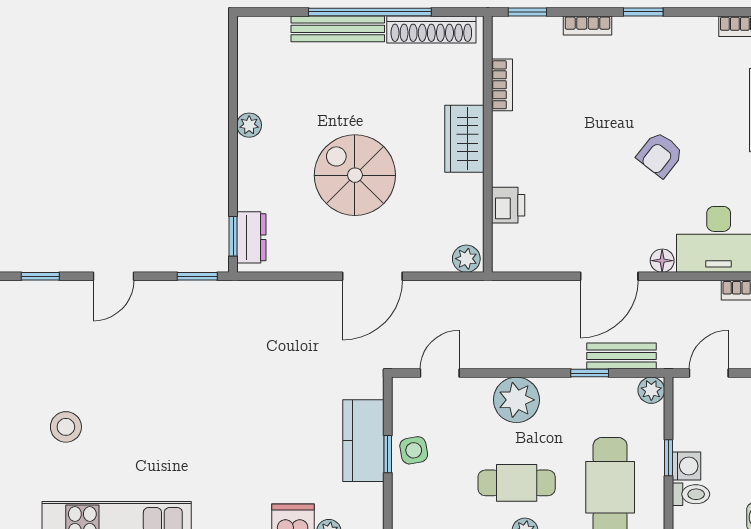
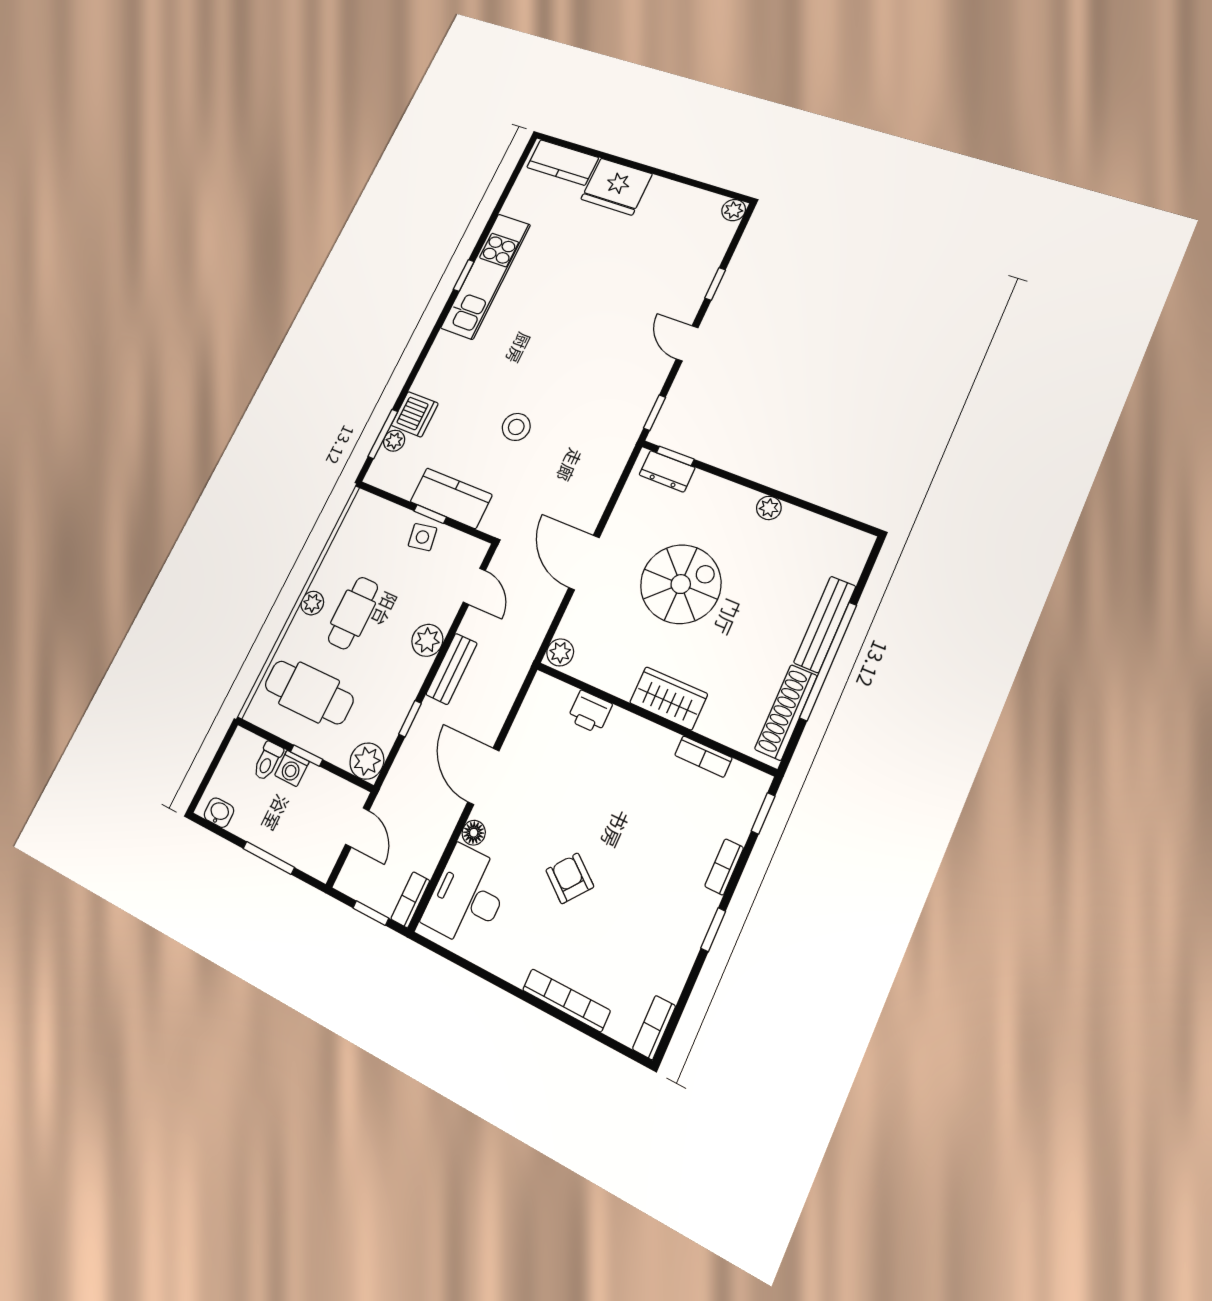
bench: (622, 356) -> (452, 669), moved
plant: (651, 390) -> (367, 761), width x1.38, depth x1.38
plant: (516, 400) -> (427, 640), width x0.73, depth x0.73
stool: (66, 427) -> (516, 427), moved

